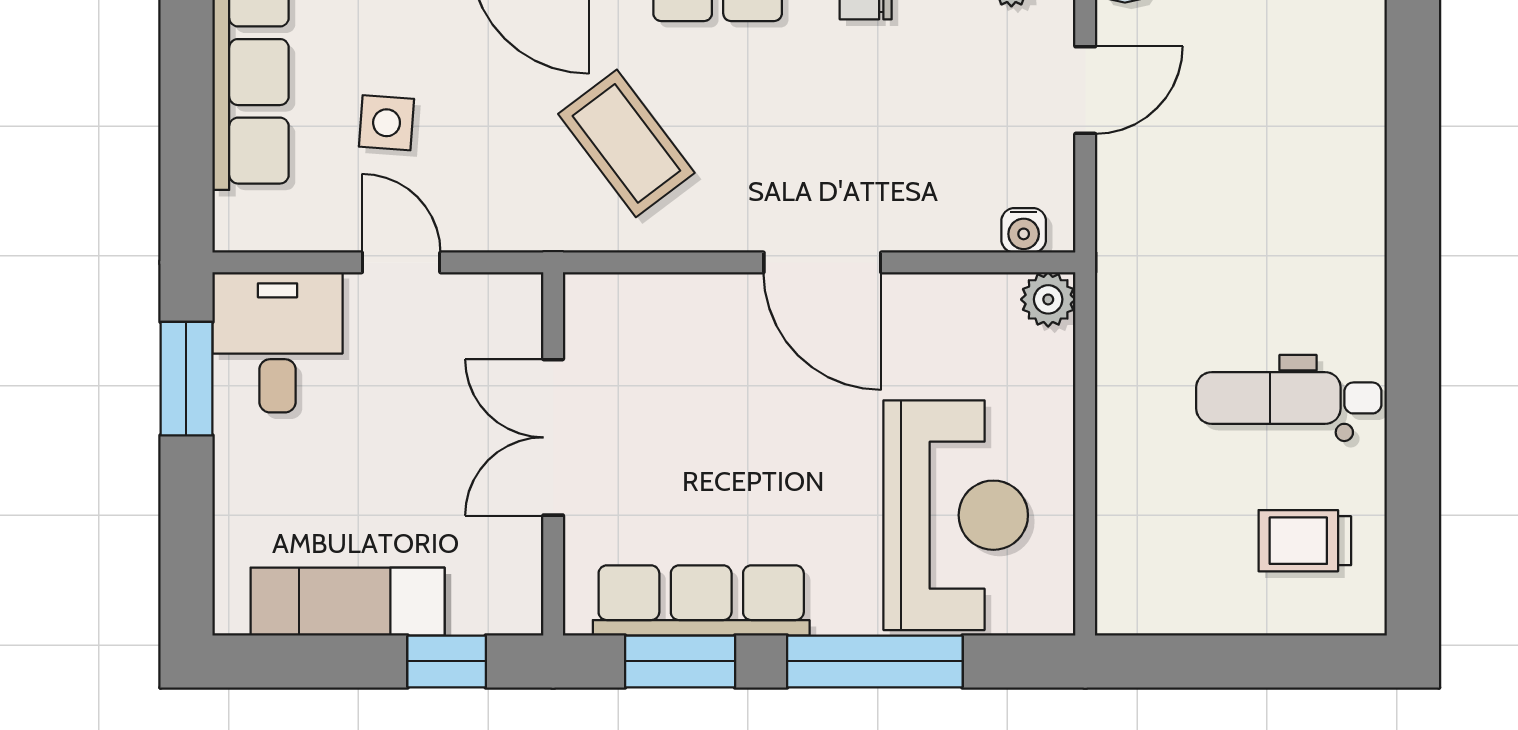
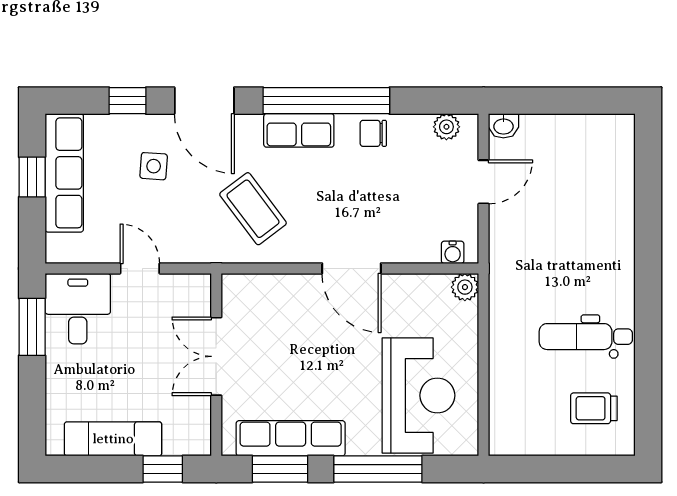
window: (186, 80) -> (32, 177), added
side table: (387, 123) -> (154, 166), moved

